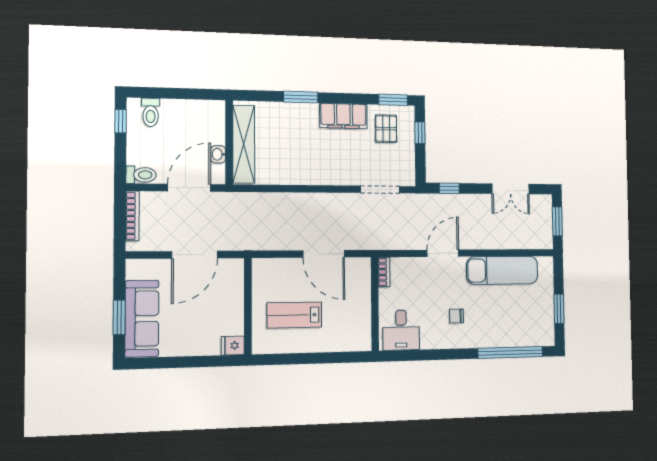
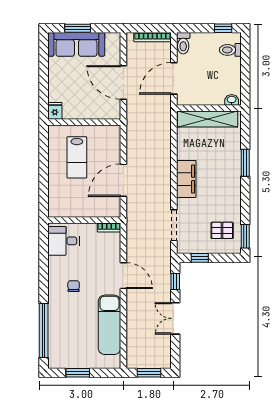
filing cabinet: (343, 116) -> (186, 179), moved, turned 180
window: (420, 133) -> (200, 258), moved
washbasin: (218, 154) -> (232, 100), moved
door: (189, 188) -> (174, 78), swing flipped
double door: (511, 189) -> (175, 318), moved
lab bench: (294, 315) -> (77, 157), turned 180

